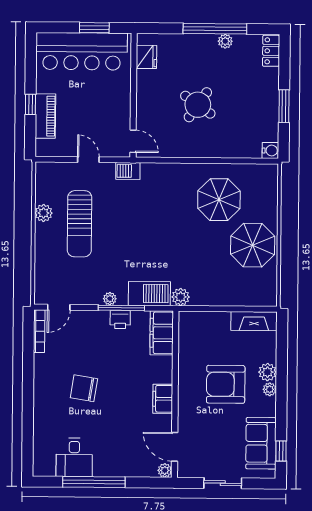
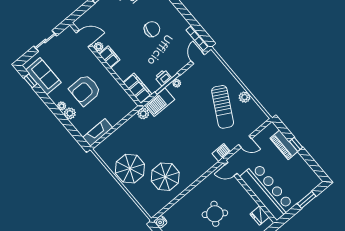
window: (94, 28) -> (307, 200), moved
bar counter: (82, 51) -> (267, 191), moved, turned 90
sun lounger: (80, 224) -> (223, 107), turned -151
armchair: (226, 384) -> (85, 90), turned 180
plant: (165, 470) -> (99, 47), moved

